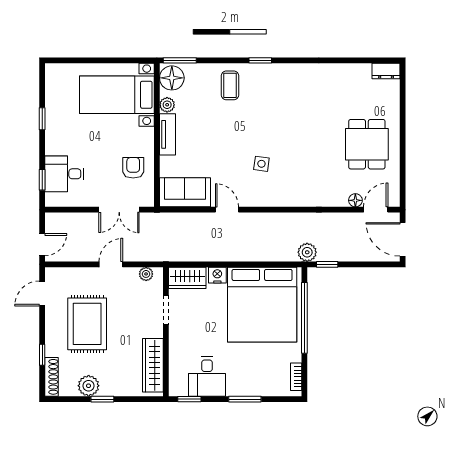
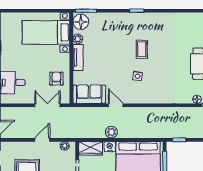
coffee table: (230, 85) -> (142, 49), moved
double door: (119, 210) -> (47, 105), swing flipped
plant: (307, 252) -> (111, 132), moved

